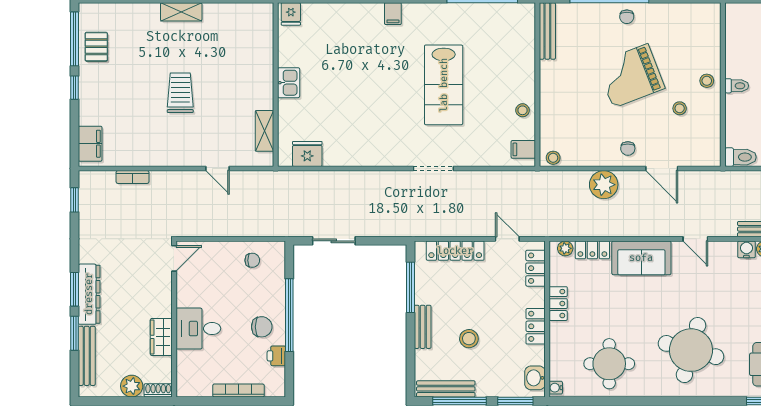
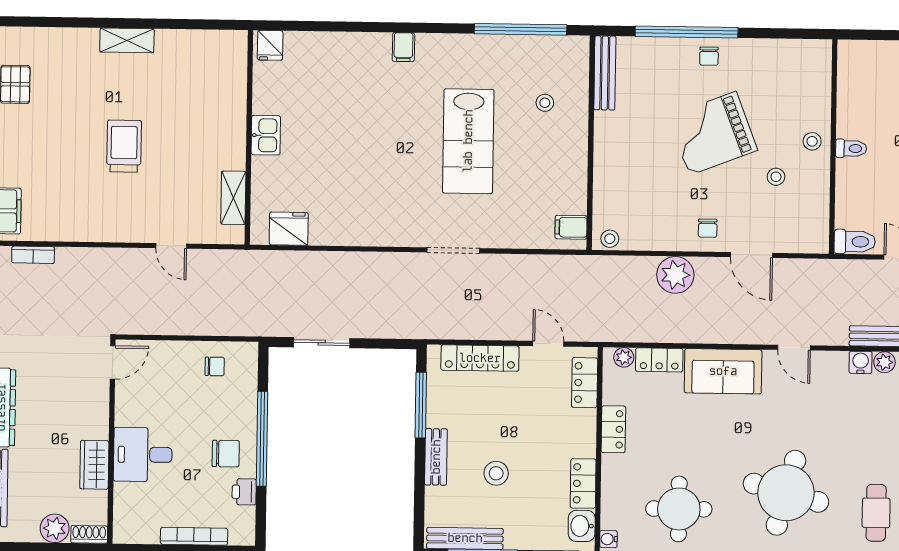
stool: (523, 110) -> (545, 103), moved
bookcase: (133, 177) -> (33, 255), moved
locker: (536, 326) -> (583, 483), moved

